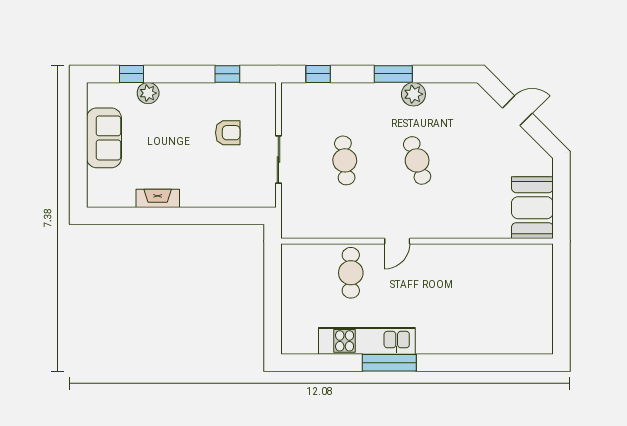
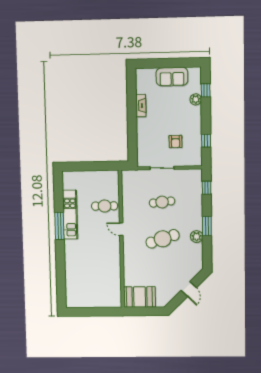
cafe table: (417, 160) -> (163, 239), width x1.37, depth x1.35

